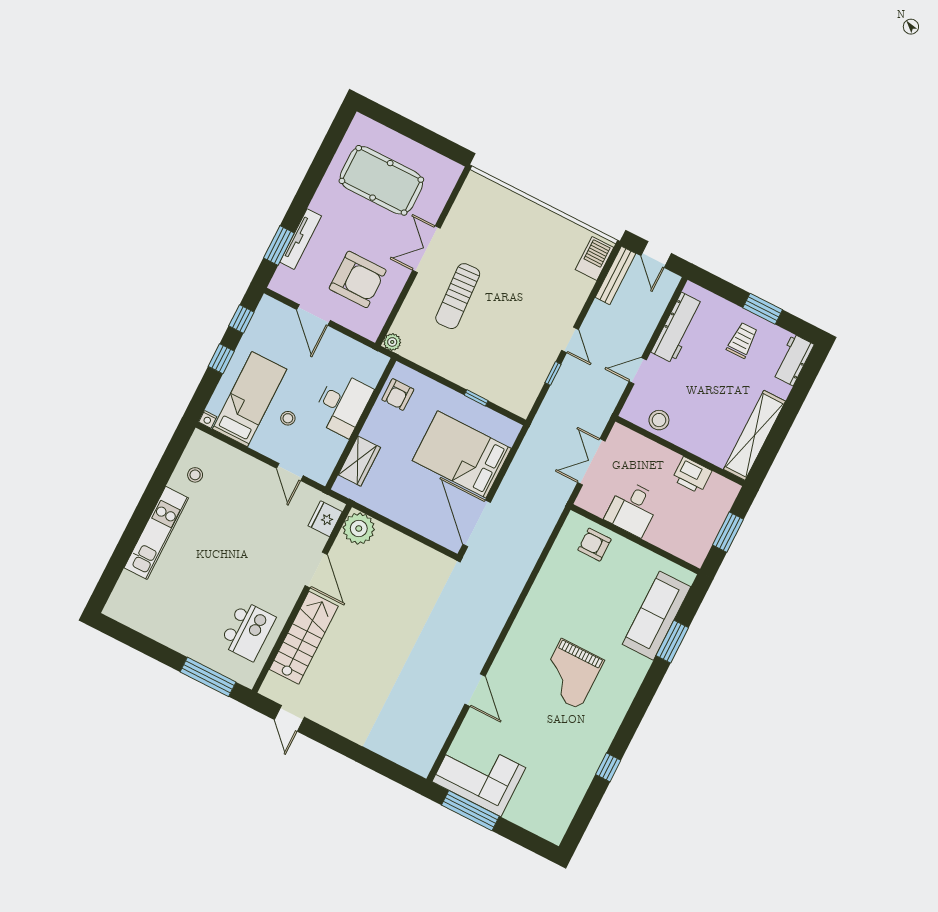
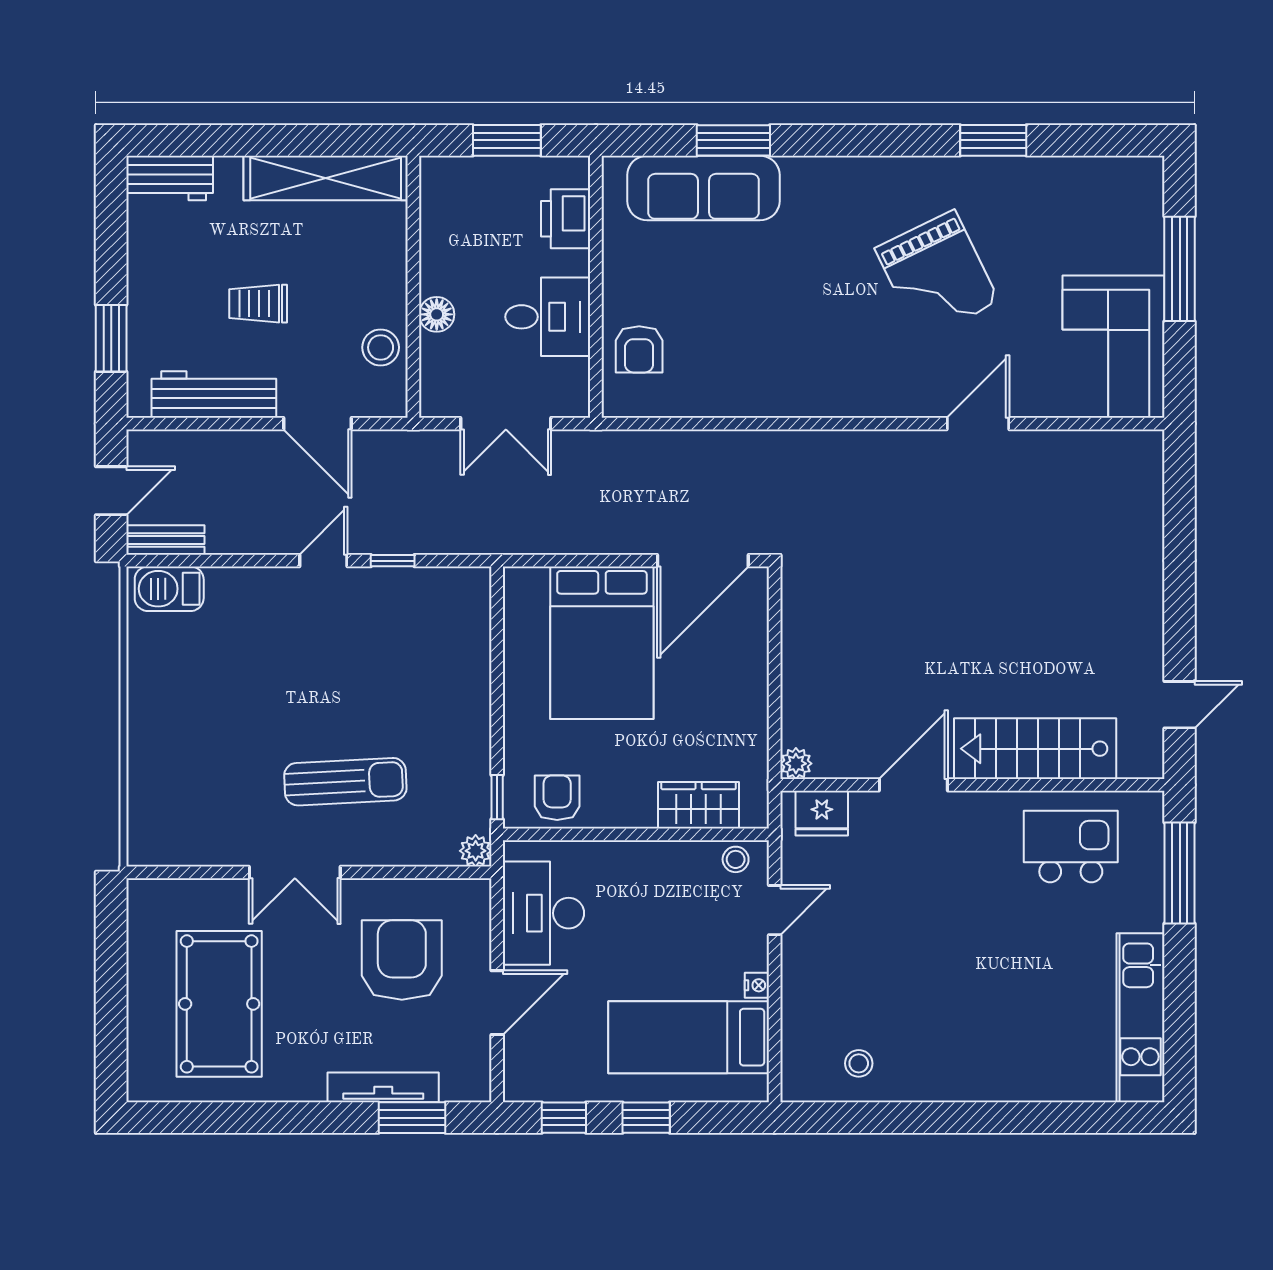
bench: (615, 275) -> (165, 540), width x0.73
window: (763, 309) -> (111, 338), moved
trolley: (742, 340) -> (258, 304), moved
door: (638, 371) -> (317, 424), width x1.38
armchair: (398, 395) -> (557, 798), turned -90
window: (476, 398) -> (497, 797), moved
desk: (342, 404) -> (543, 913), moved, turned -90
stool: (288, 418) -> (736, 859), moved
nightstand: (208, 419) -> (757, 985), moved
floor lamp: (661, 455) -> (437, 314), added
printer: (692, 475) -> (566, 219), moved, turned 180
plant: (359, 528) -> (796, 764), width x0.53, depth x0.53
kitchen unit: (156, 533) -> (1140, 1018), moved, turned -90
grand piano: (570, 674) -> (937, 275), moved, turned 64
window: (608, 767) -> (993, 140), width x1.50
window: (470, 811) -> (1180, 269), moved

